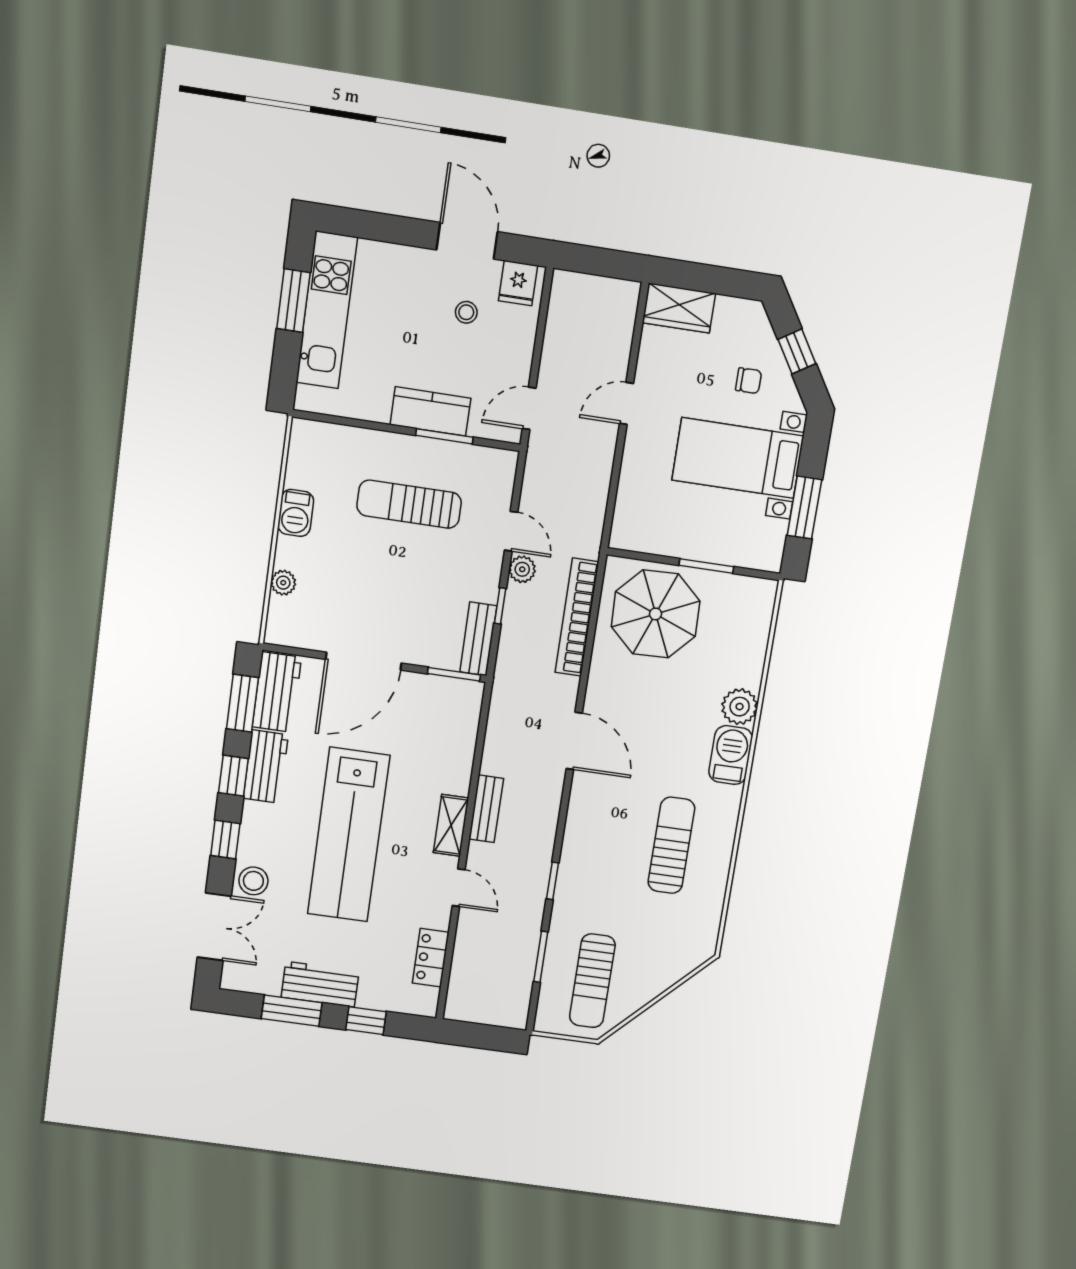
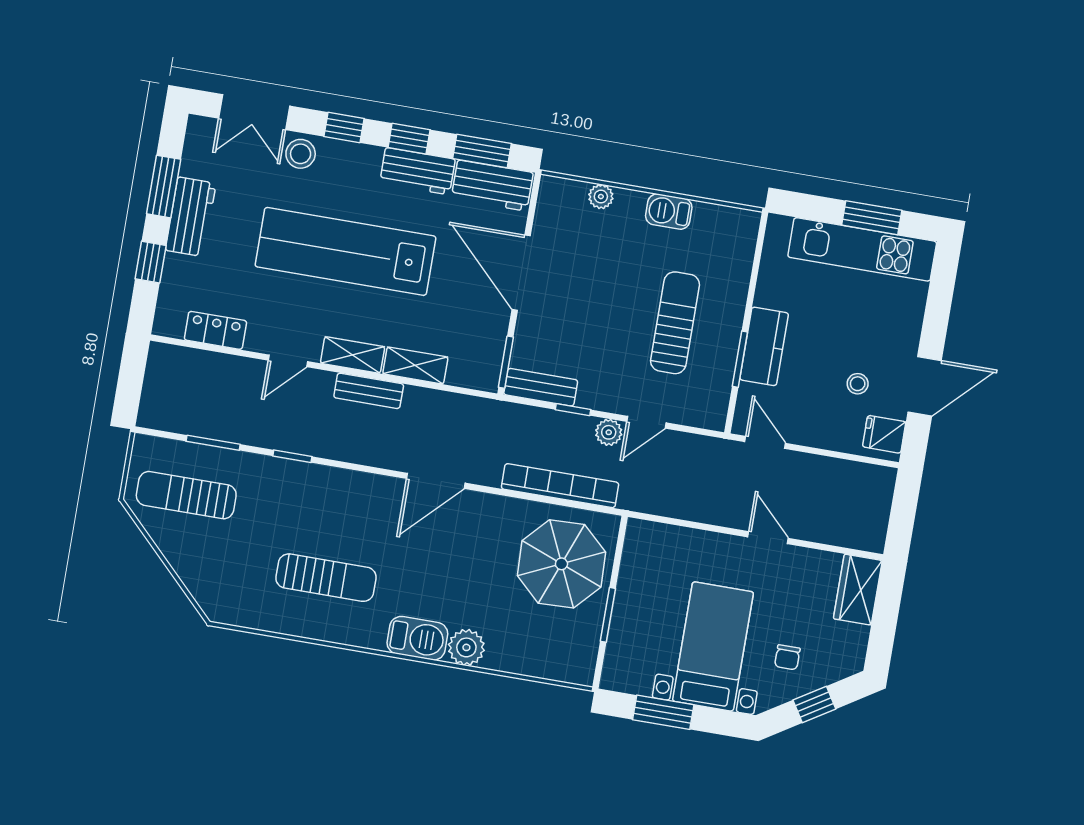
shelving: (460, 764) -> (415, 365), added

